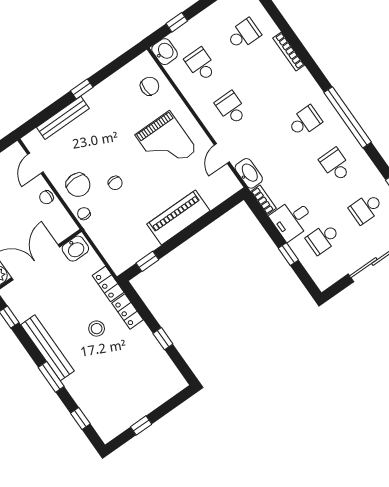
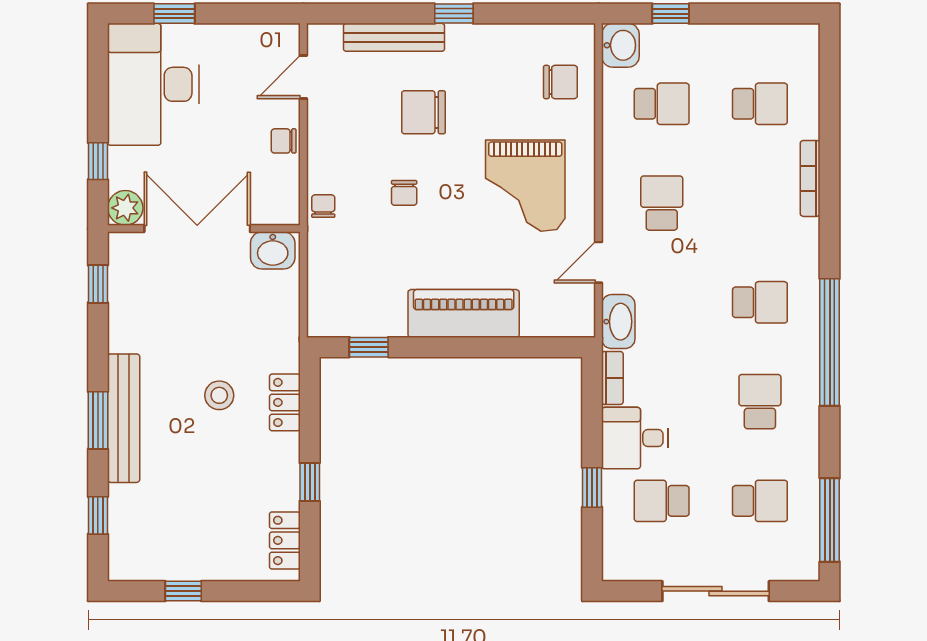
school desk: (201, 65) -> (662, 104), turned 90
chair: (78, 185) -> (424, 112), moved, turned 90
school desk: (366, 208) -> (760, 501), turned 180
locker: (108, 284) -> (285, 540), moved
bench: (47, 348) -> (124, 418), moved

